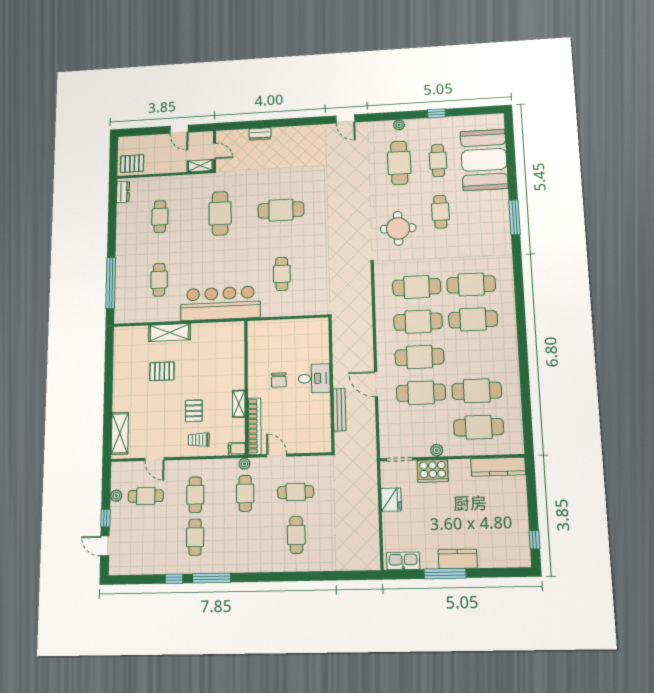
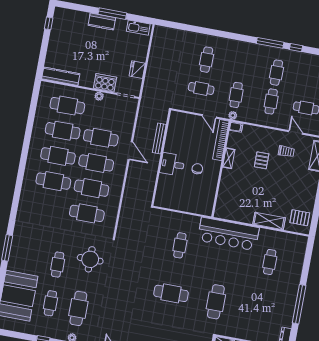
cafe table: (160, 217) -> (261, 310), removed
window: (111, 283) -> (299, 304), moved
cafe table: (471, 284) -> (58, 156), moved
pallet: (162, 371) -> (300, 218), moved
trolley: (199, 440) -> (286, 151), moved

